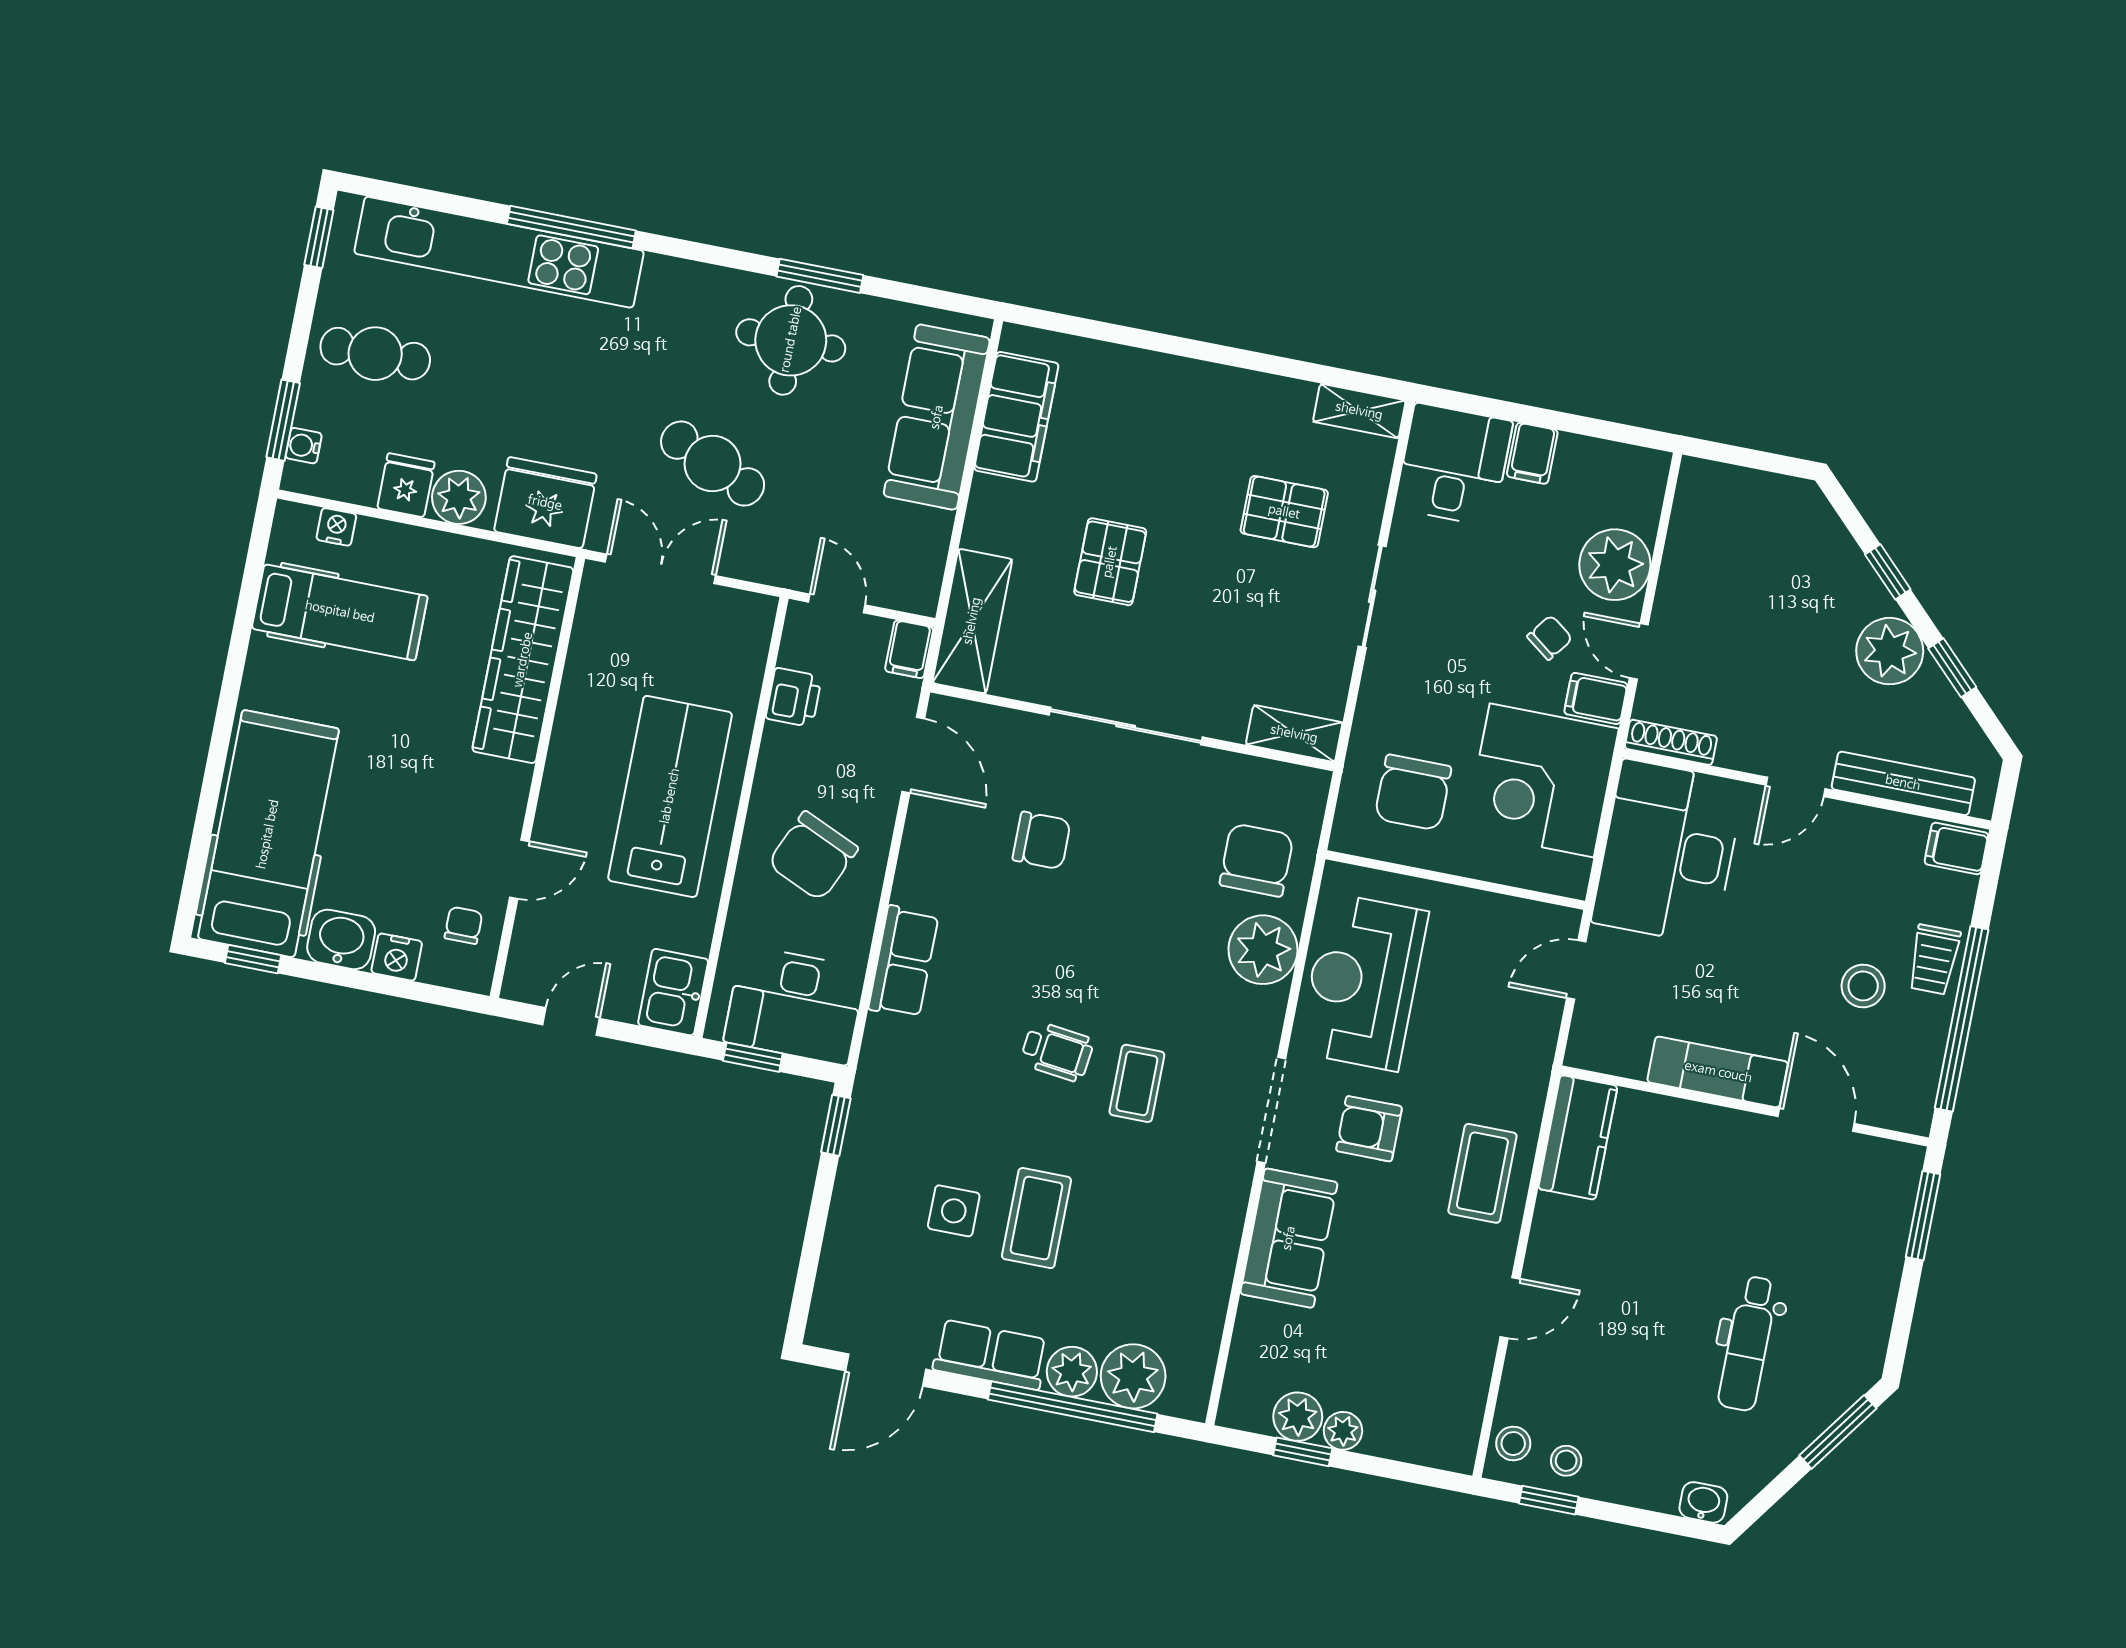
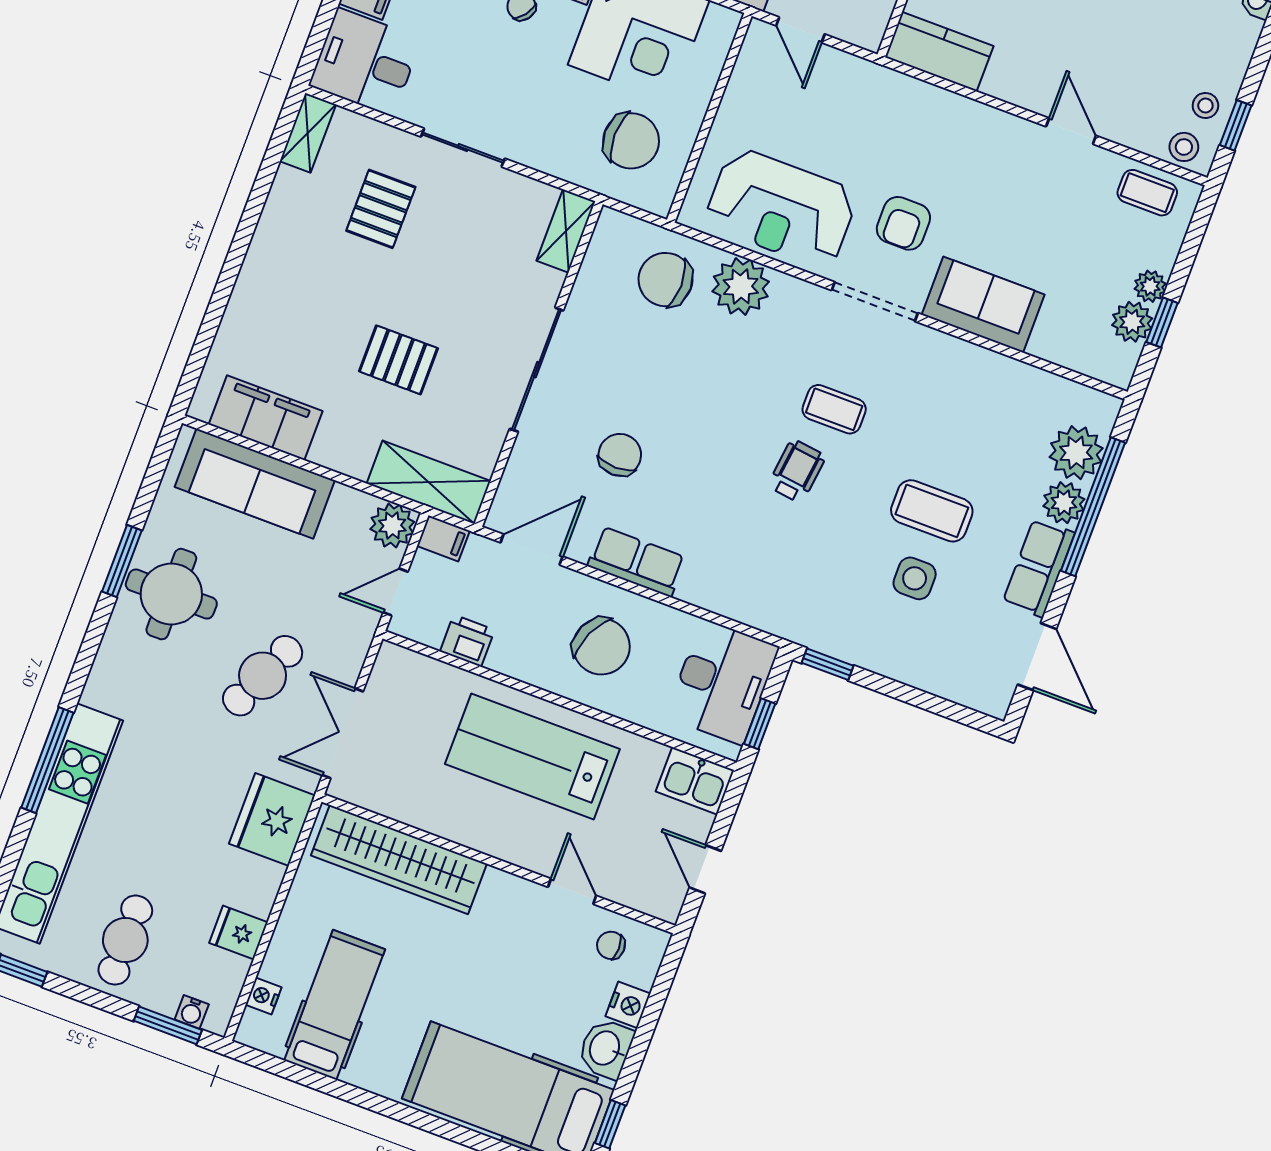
plant: (459, 497) -> (392, 526), moved
row of seats: (903, 962) -> (637, 562), moved
coffee table: (1482, 1173) -> (1147, 193), moved, width x0.73, depth x0.77

